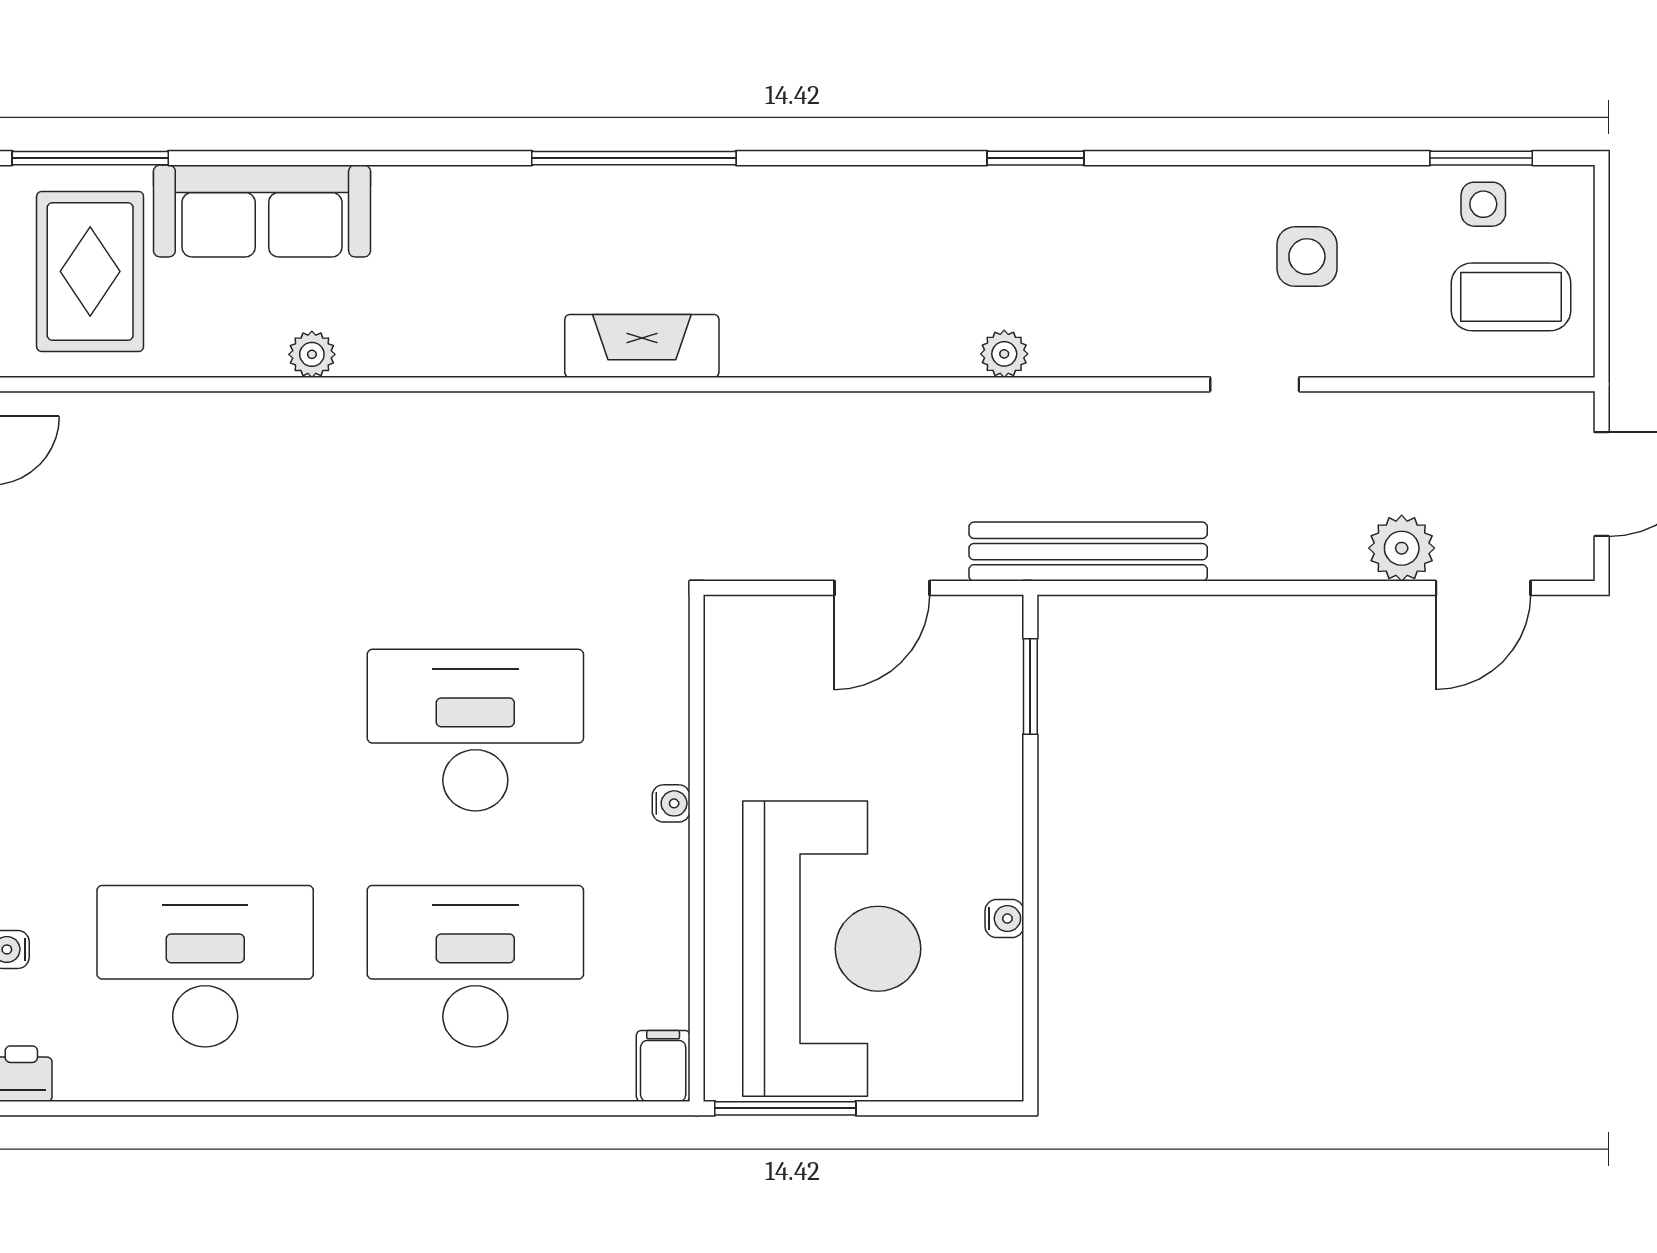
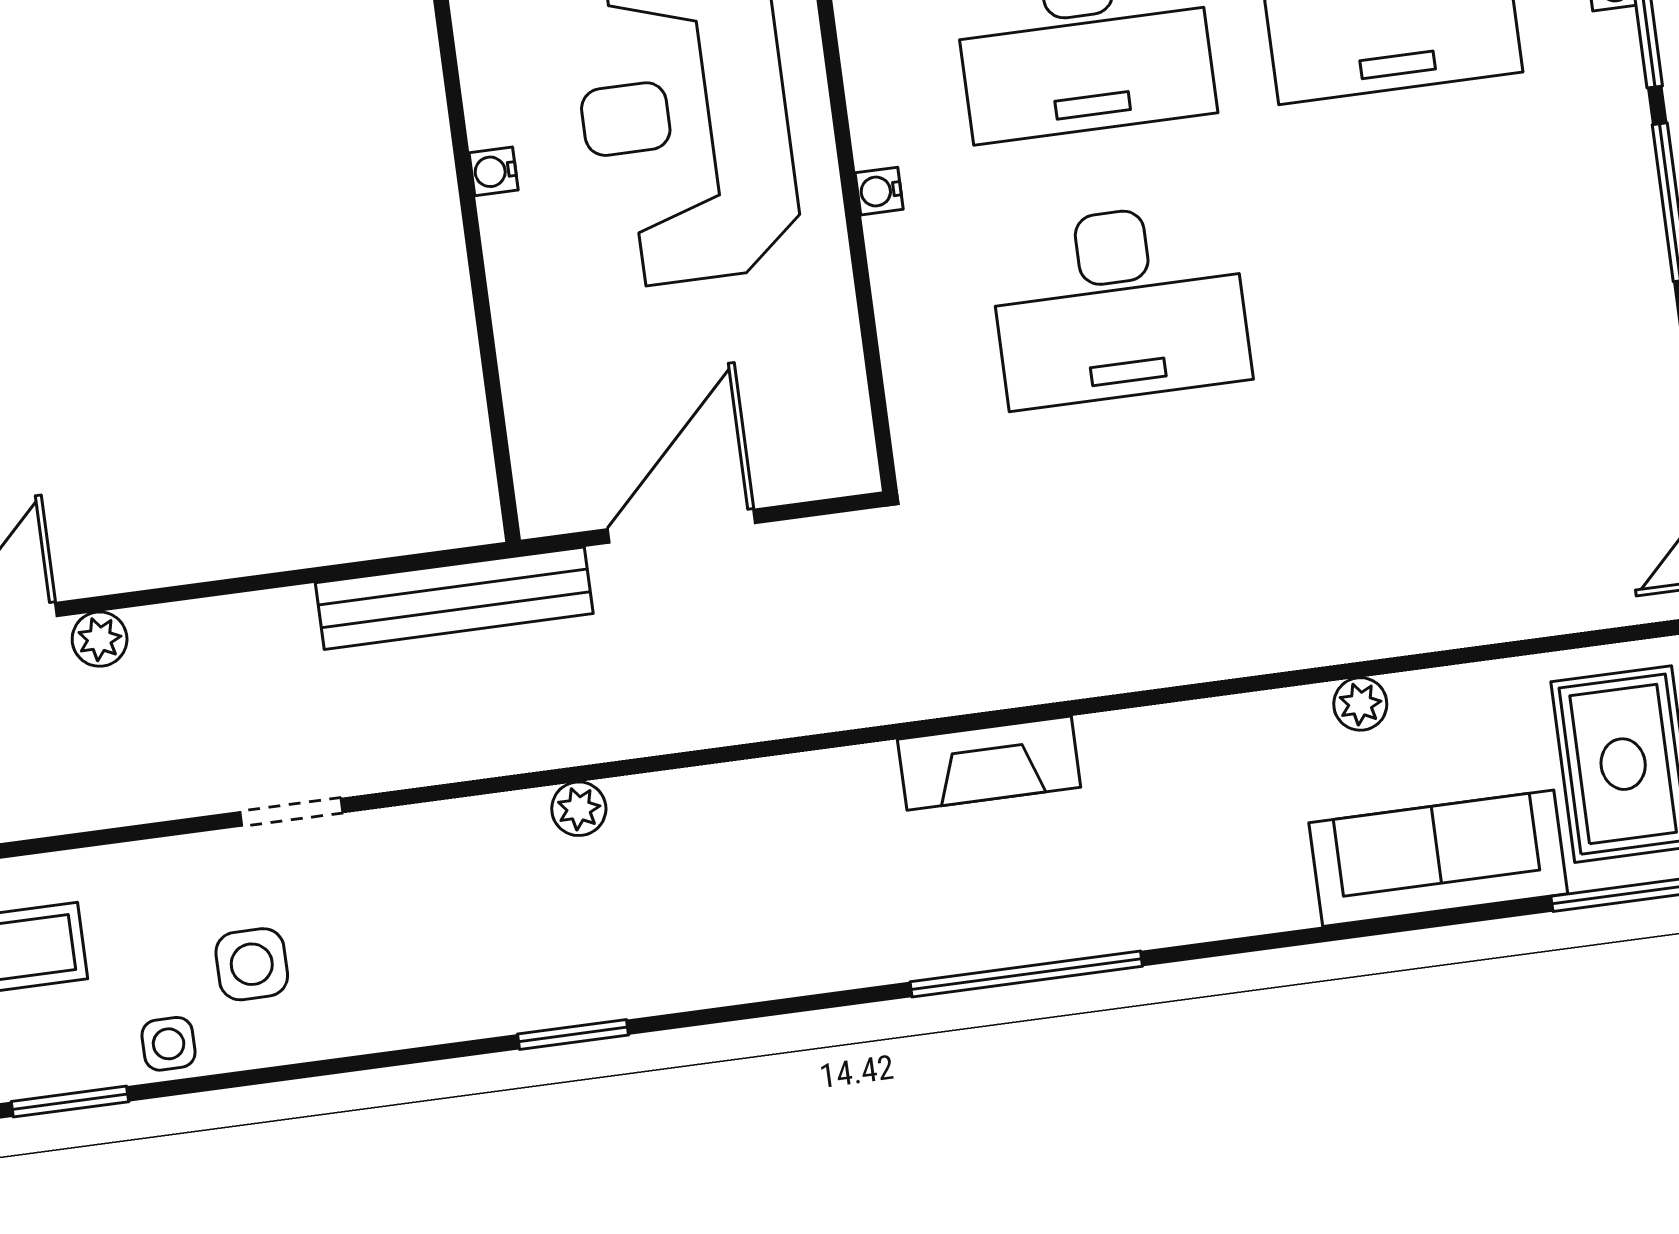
side table: (1483, 204) -> (169, 1044), moved
plant: (1402, 548) -> (100, 639), width x0.73, depth x0.73
door: (882, 588) -> (682, 526), width x1.36
window: (1030, 686) -> (499, 437), removed
water cooler: (671, 803) -> (879, 191), moved

